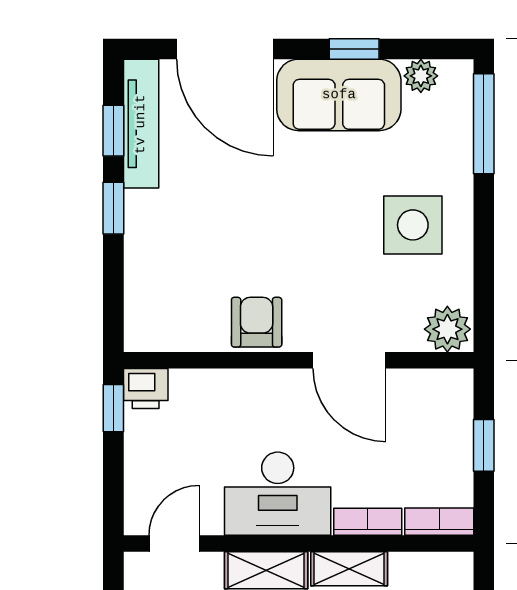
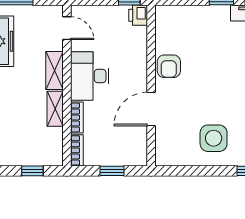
armchair: (257, 322) -> (169, 66), turned 90
plant: (447, 329) -> (166, 154), removed

